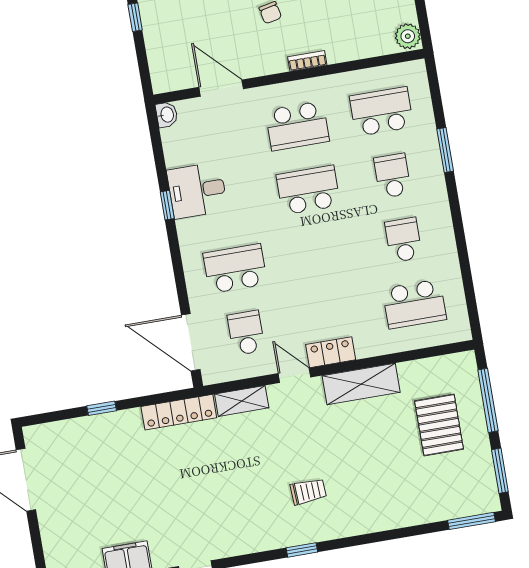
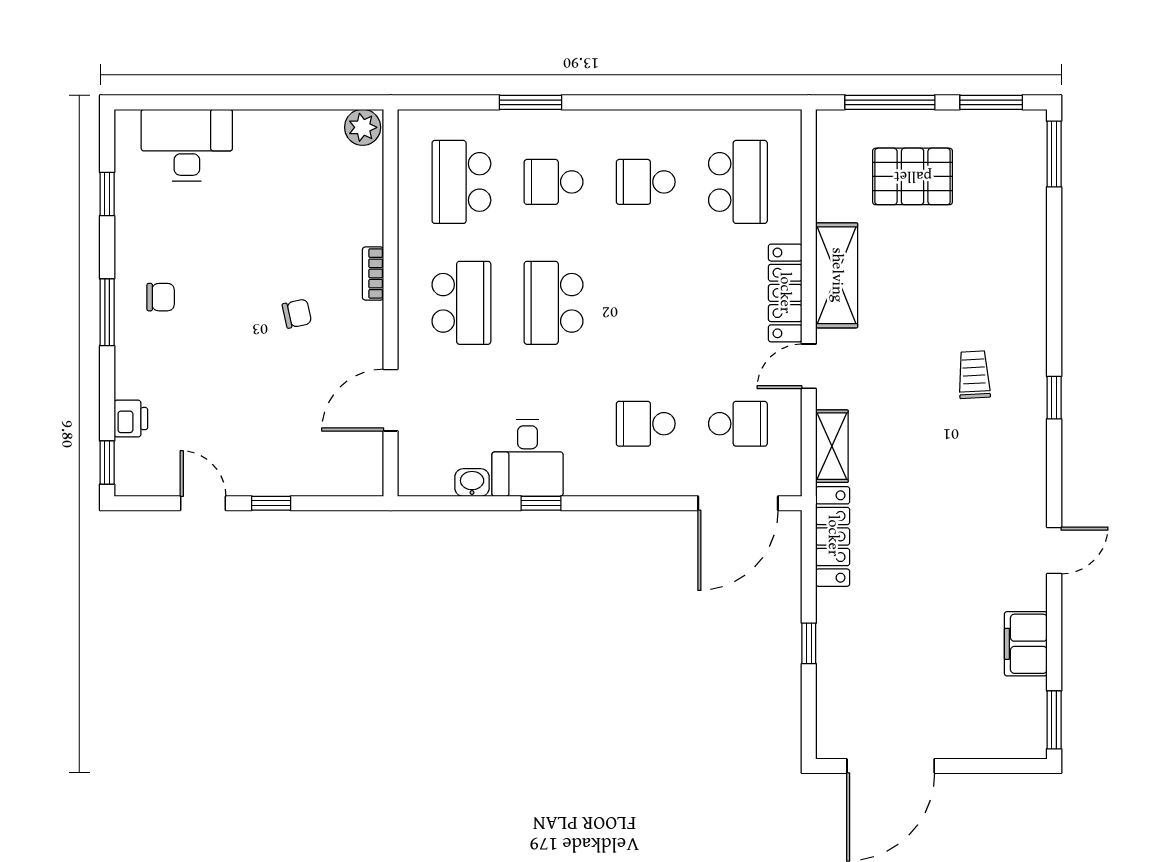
washbasin: (167, 115) -> (472, 483), moved
school desk: (235, 269) -> (646, 424), width x0.54
school desk: (246, 333) -> (738, 424), turned 180
locker: (331, 352) -> (785, 293), width x1.53

